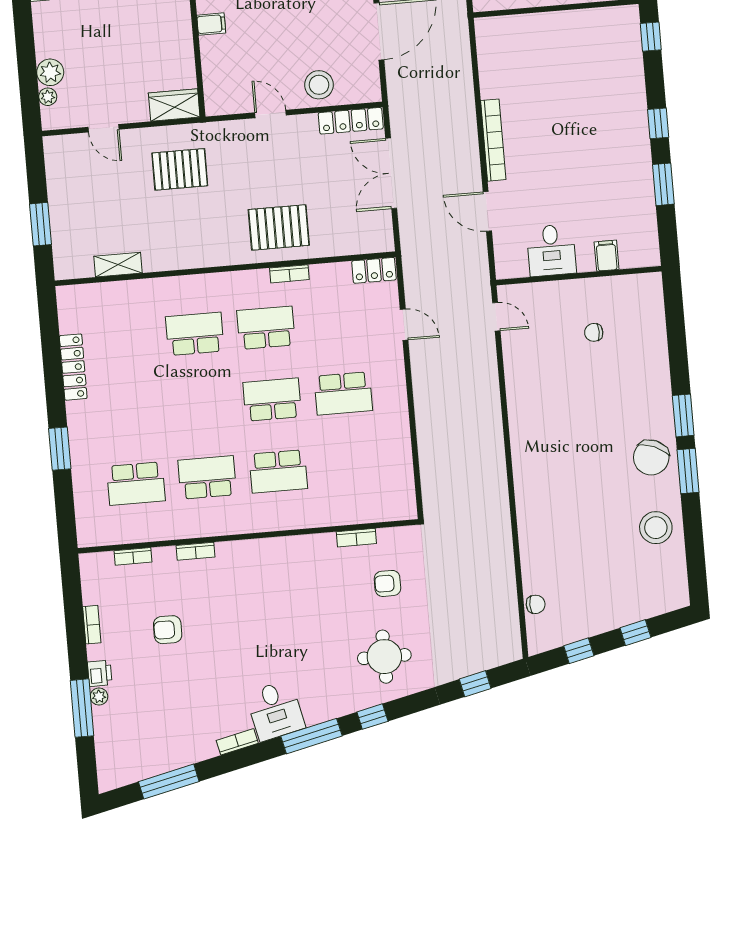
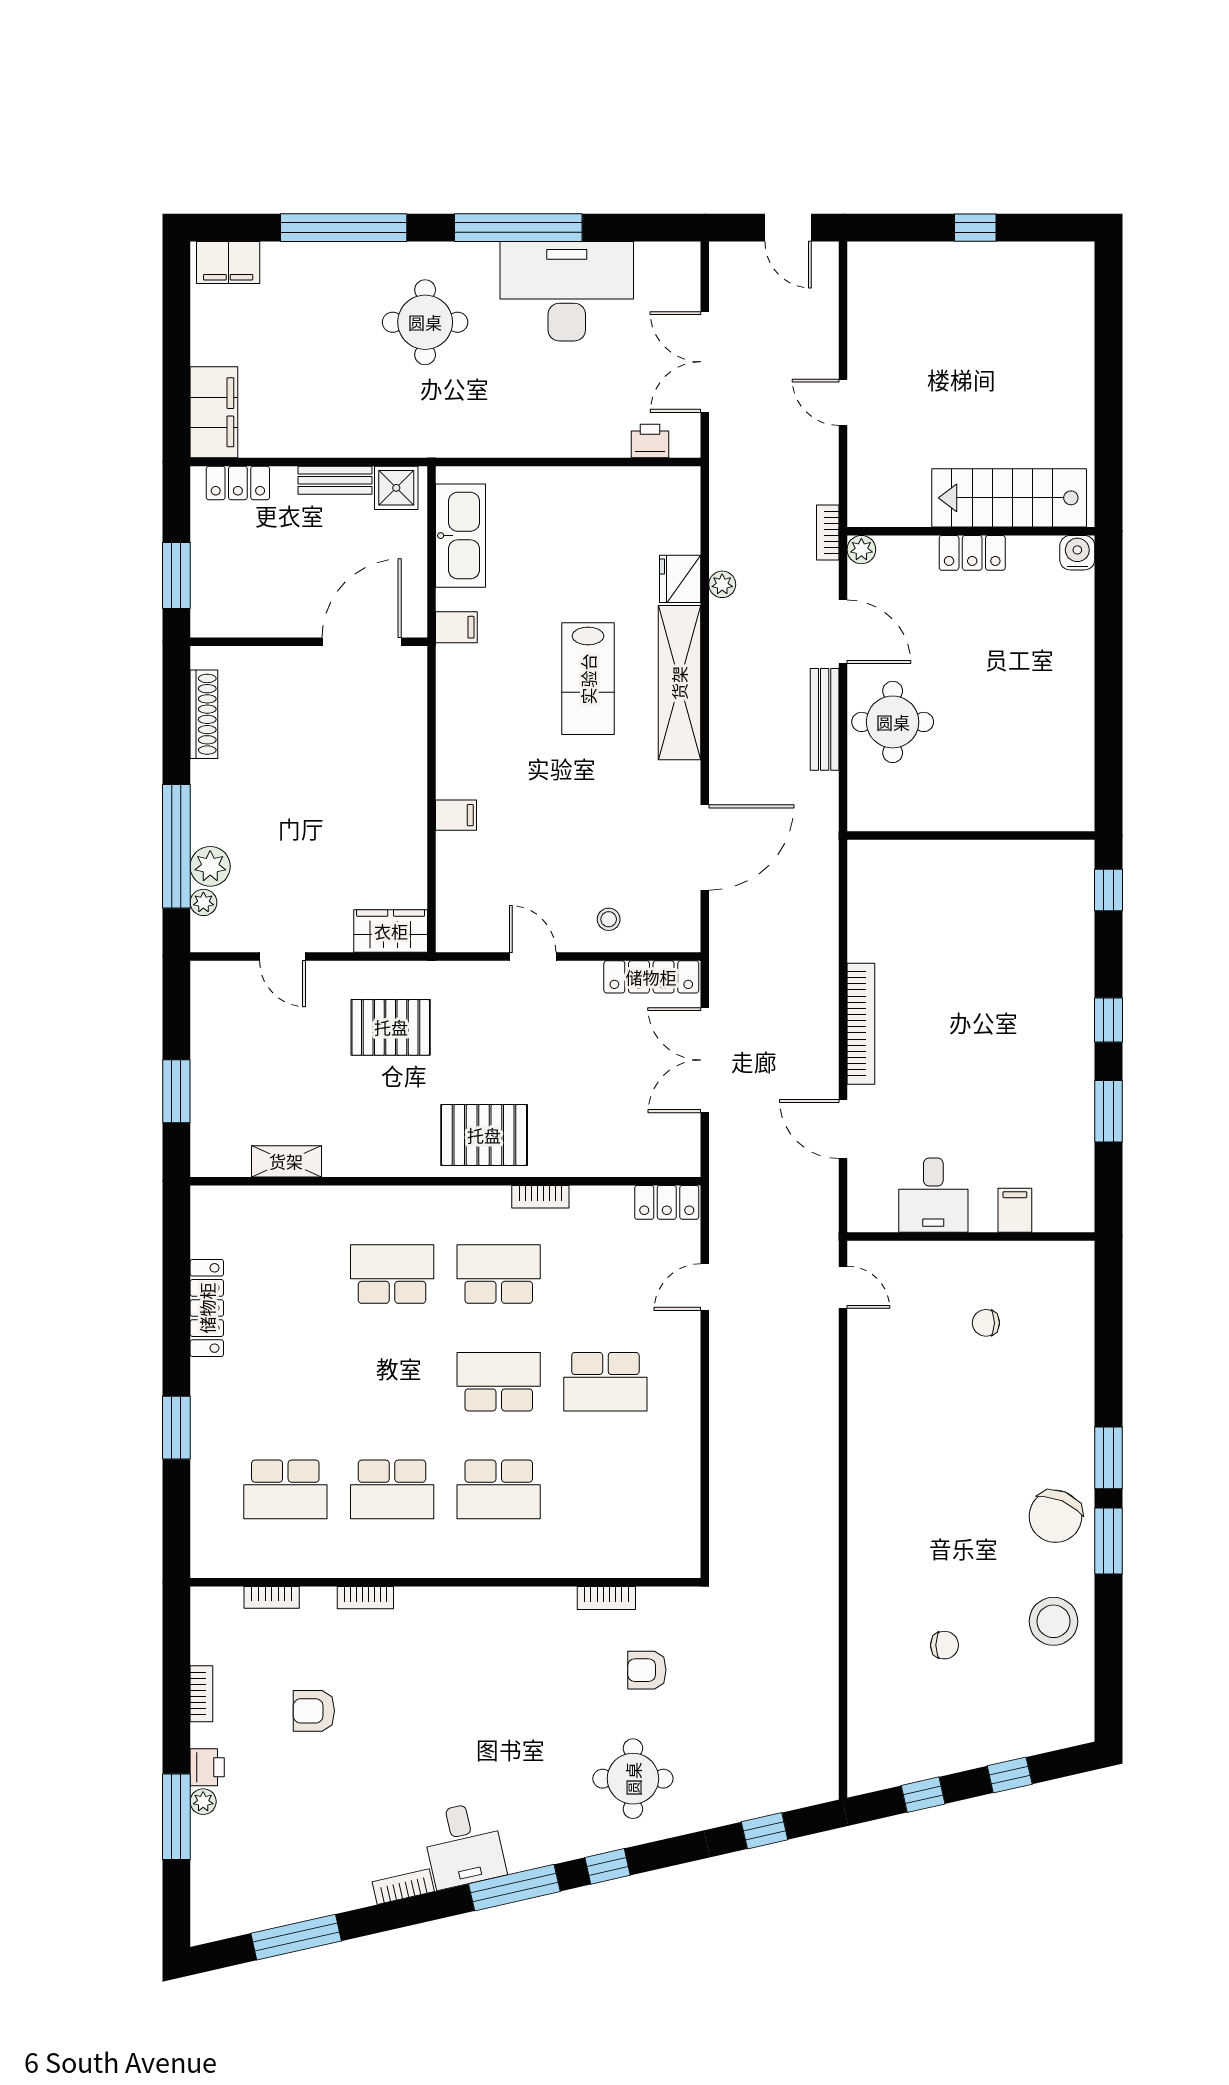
window: (26, 61) -> (176, 846), added
stool: (319, 85) -> (609, 919), width x0.53, depth x0.53
pallet: (279, 227) -> (484, 1135), moved
door: (404, 325) -> (705, 1287), swing flipped
school desk: (207, 477) -> (392, 1489), turned 180
chair: (536, 604) -> (944, 1645), moved

